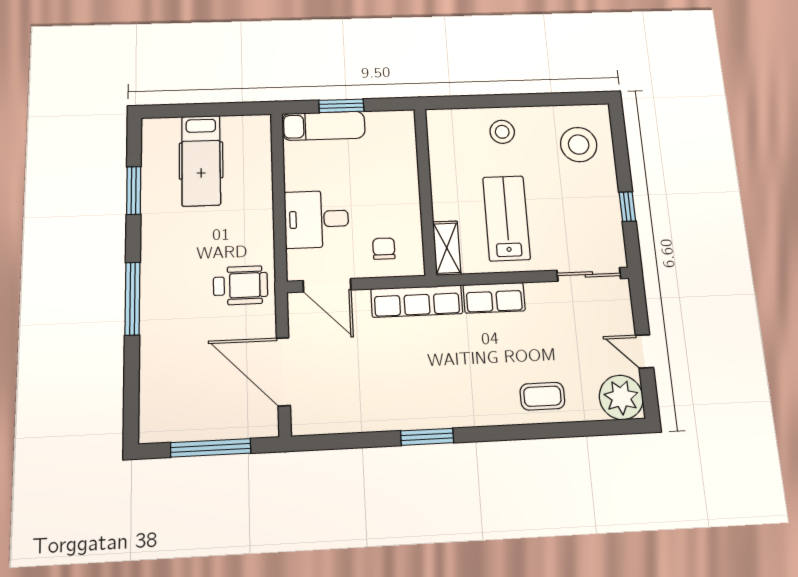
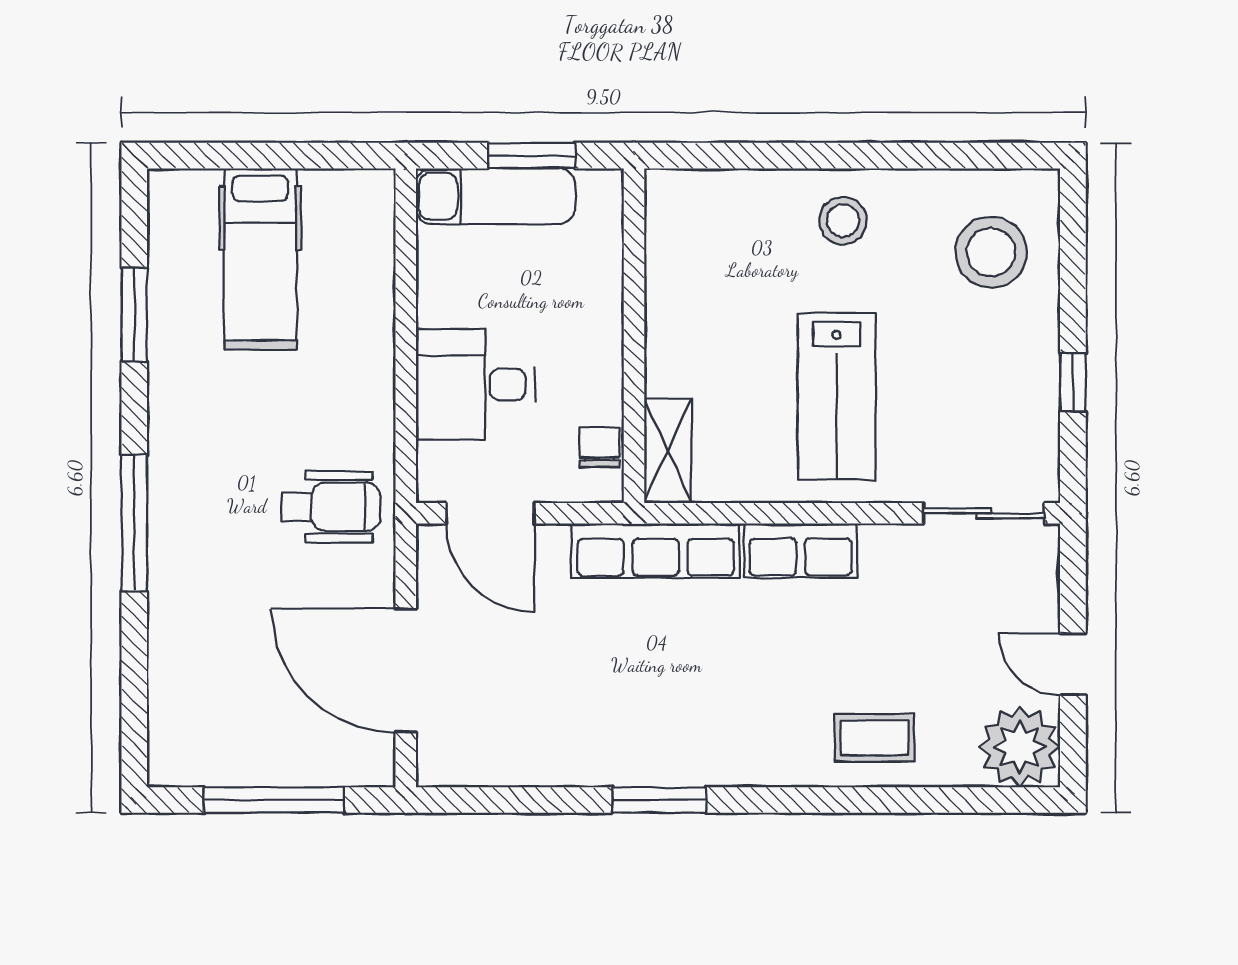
wall: (425, 191) -> (634, 336), moved
lab bench: (506, 218) -> (837, 397), turned 180
shelving: (447, 248) -> (668, 451), moved

